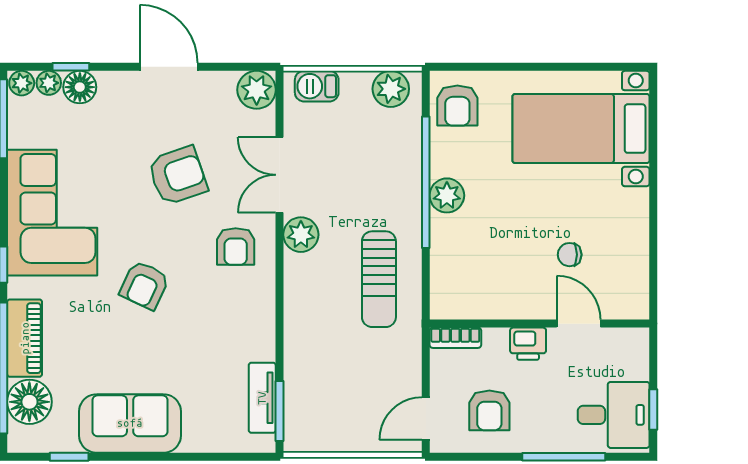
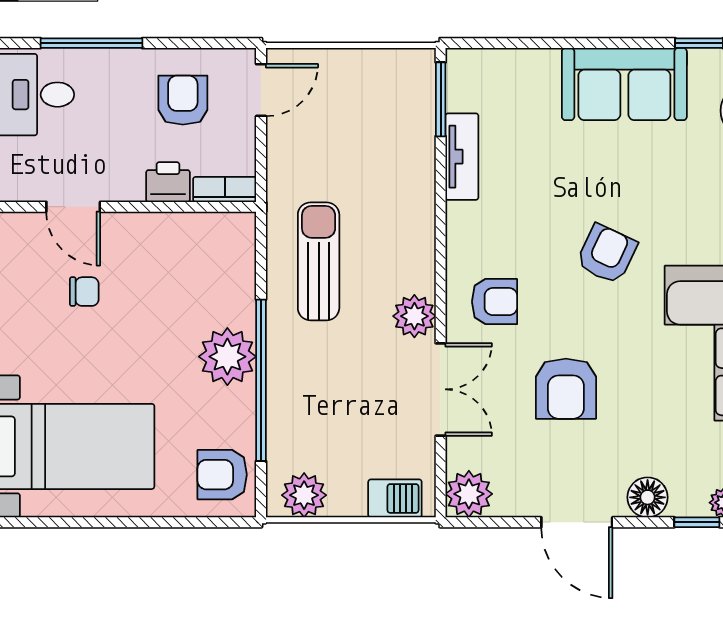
floor lamp: (80, 87) -> (648, 497), moved
armchair: (457, 106) -> (222, 475), turned -90
armchair: (178, 176) -> (566, 389), turned -71
plant: (447, 195) -> (227, 357), width x1.36, depth x1.36
armchair: (236, 246) -> (495, 302), turned 90
printer: (528, 344) -> (168, 182), moved
tv unit: (262, 398) -> (462, 157), moved

